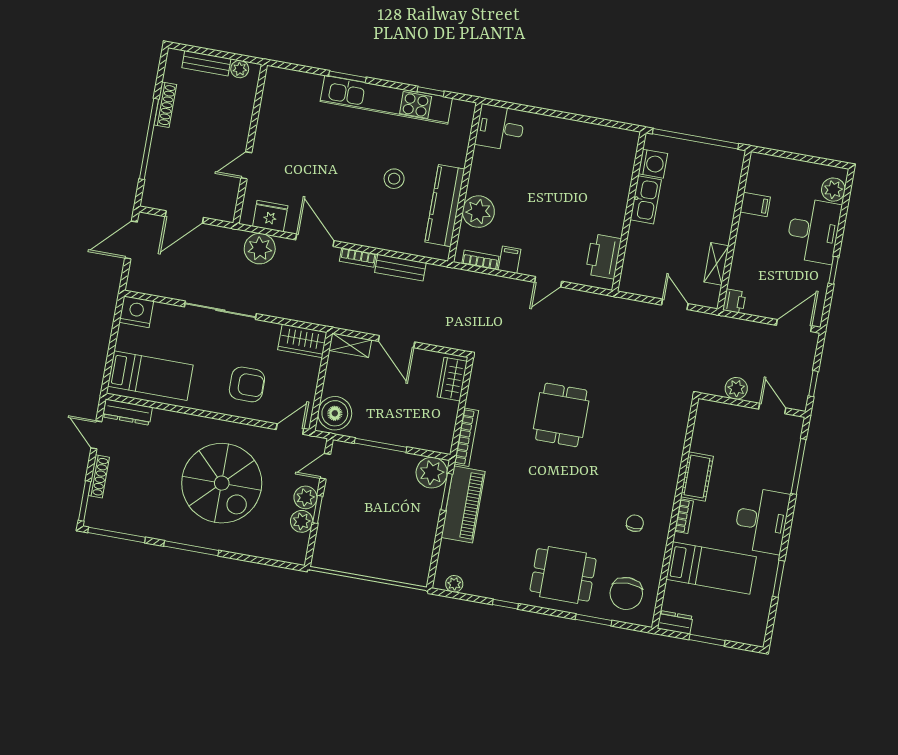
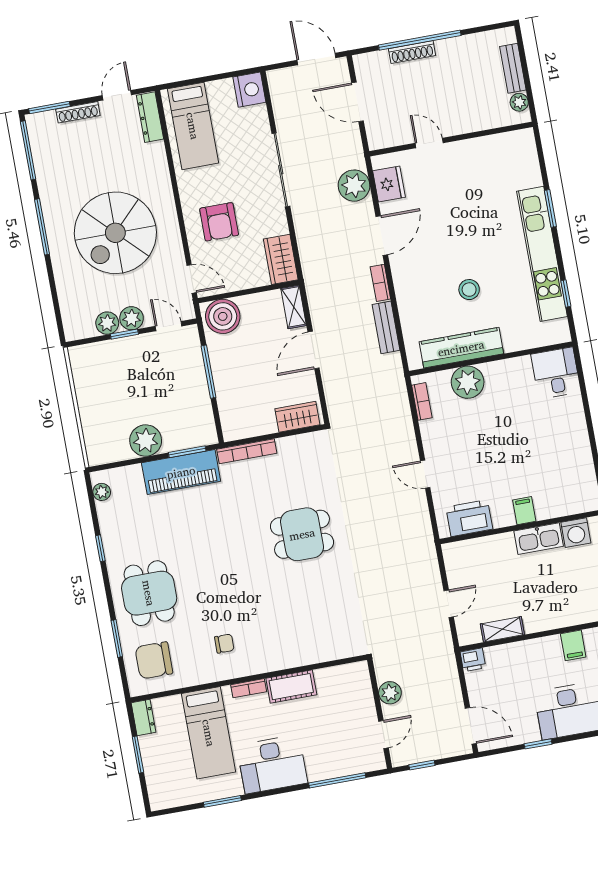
shoe rack: (165, 105) -> (412, 52), moved
filing cabinet: (510, 260) -> (524, 511), moved, turned -90
plant: (432, 473) -> (146, 440), moved

